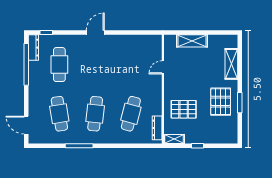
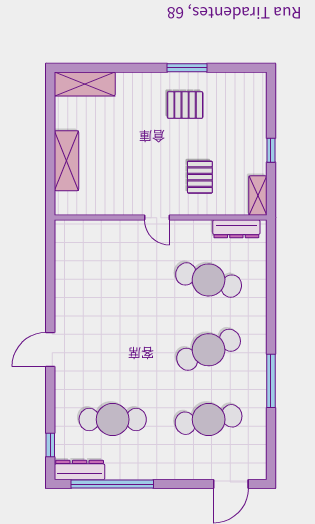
door: (95, 33) -> (50, 350), hinge flipped
shelving: (231, 64) -> (85, 84), moved
door: (163, 67) -> (157, 218), moved
pallet: (221, 102) -> (185, 105), width x0.67, depth x0.71
pallet: (184, 109) -> (200, 177), width x0.67, depth x0.71
cafe table: (95, 114) -> (209, 350), turned -30

